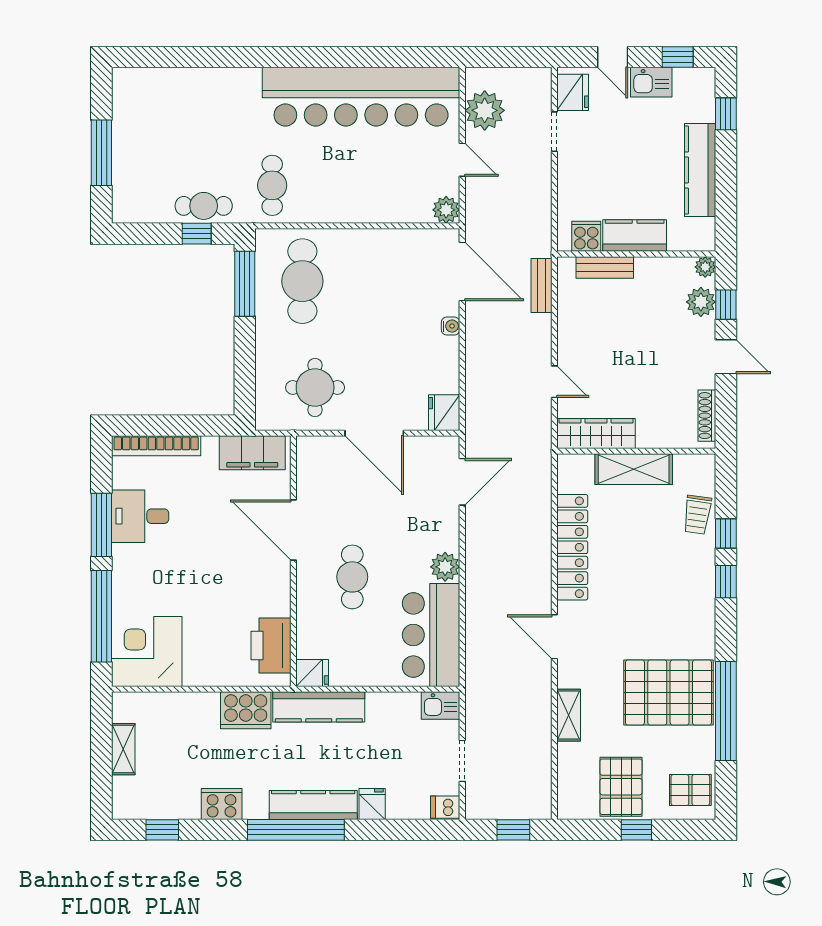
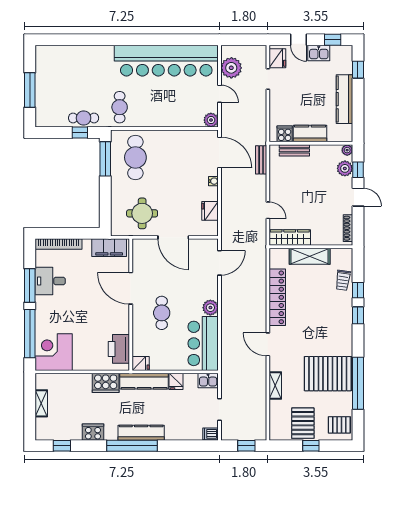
fridge: (444, 413) -> (210, 211), moved
fridge: (372, 804) -> (176, 381), moved, turned 180

